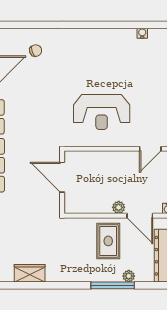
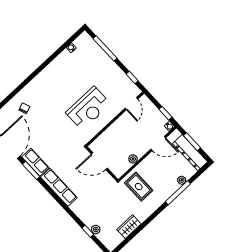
plant: (119, 207) -> (133, 159), moved
rug: (108, 241) -> (139, 187), moved

